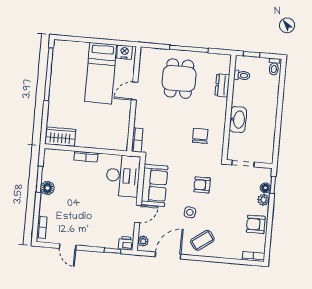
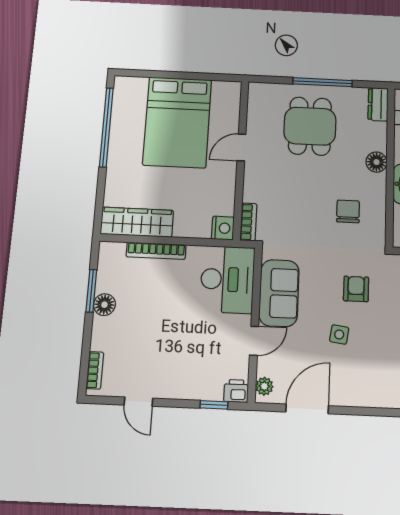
nightstand: (125, 52) -> (223, 228), moved, turned 90
bed: (101, 73) -> (177, 122), width x1.50
dresser: (222, 85) -> (378, 104), moved
floor lamp: (220, 104) -> (376, 162), added
wardrobe: (60, 137) -> (137, 222), width x1.50
bookcase: (86, 157) -> (156, 251), width x1.56
armchair: (202, 185) -> (356, 289), turned 90
coffee table: (202, 240) -> (362, 380), removed

